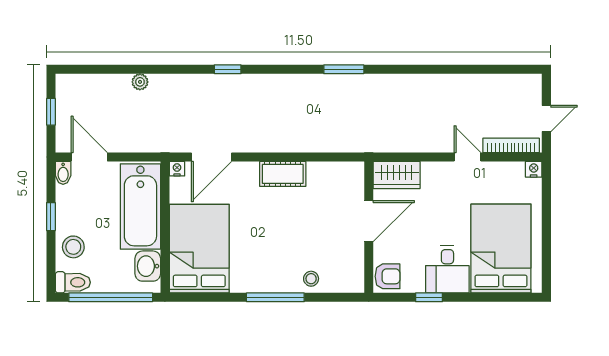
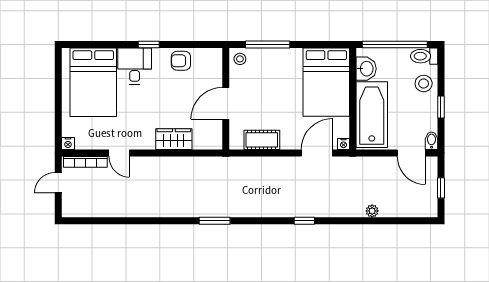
door: (369, 221) -> (226, 103), moved
wall: (369, 227) -> (226, 99), moved

